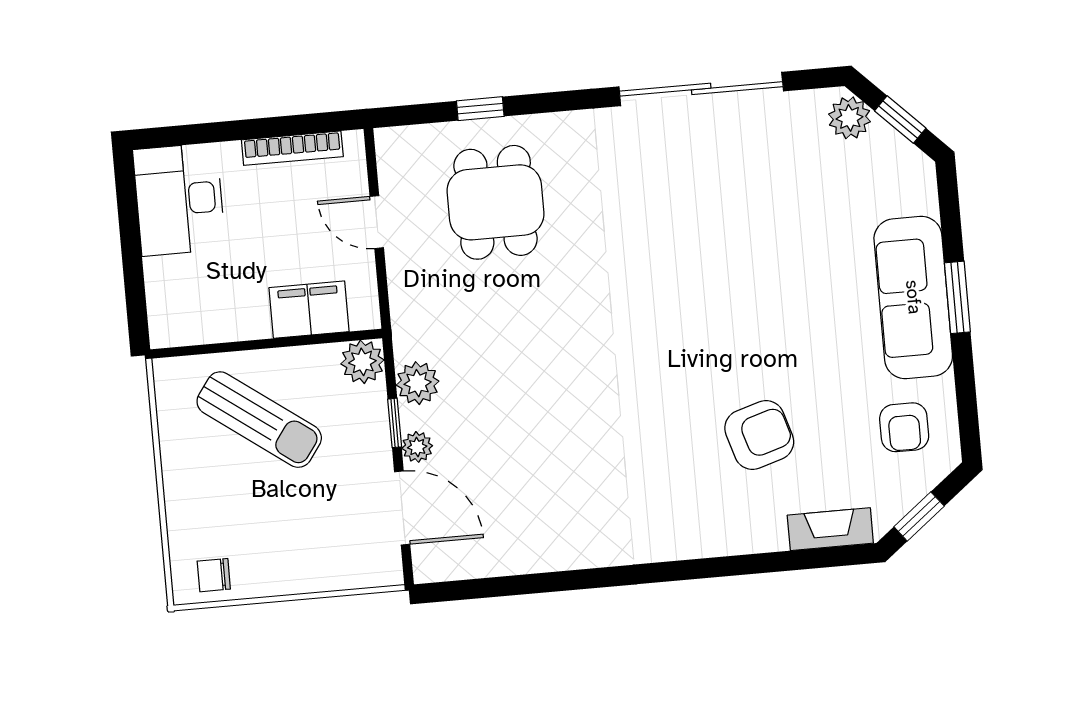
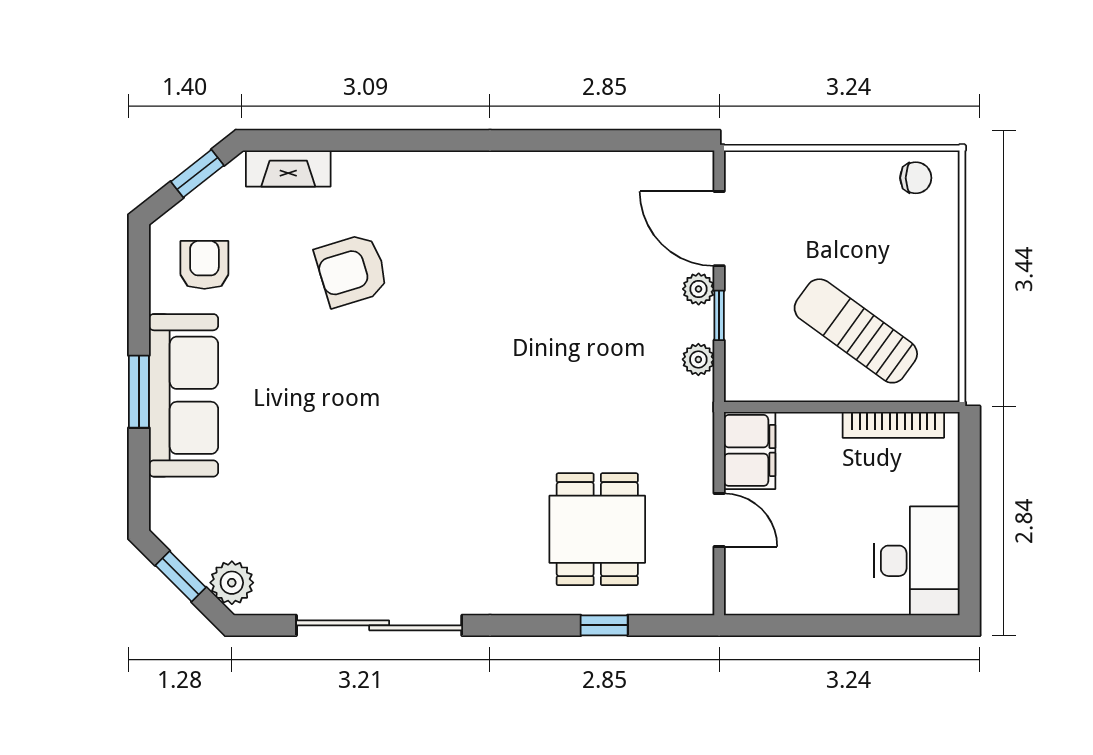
bookcase: (292, 148) -> (893, 425), moved, turned 180
filing cabinet: (309, 310) -> (750, 450), moved, turned -90
plant: (362, 362) -> (746, 380), removed
plant: (418, 383) -> (698, 359), width x0.73, depth x0.73

